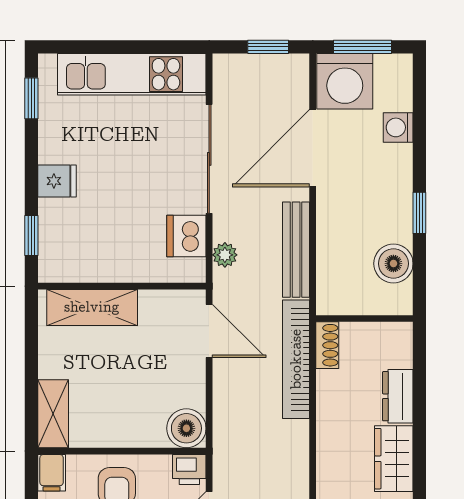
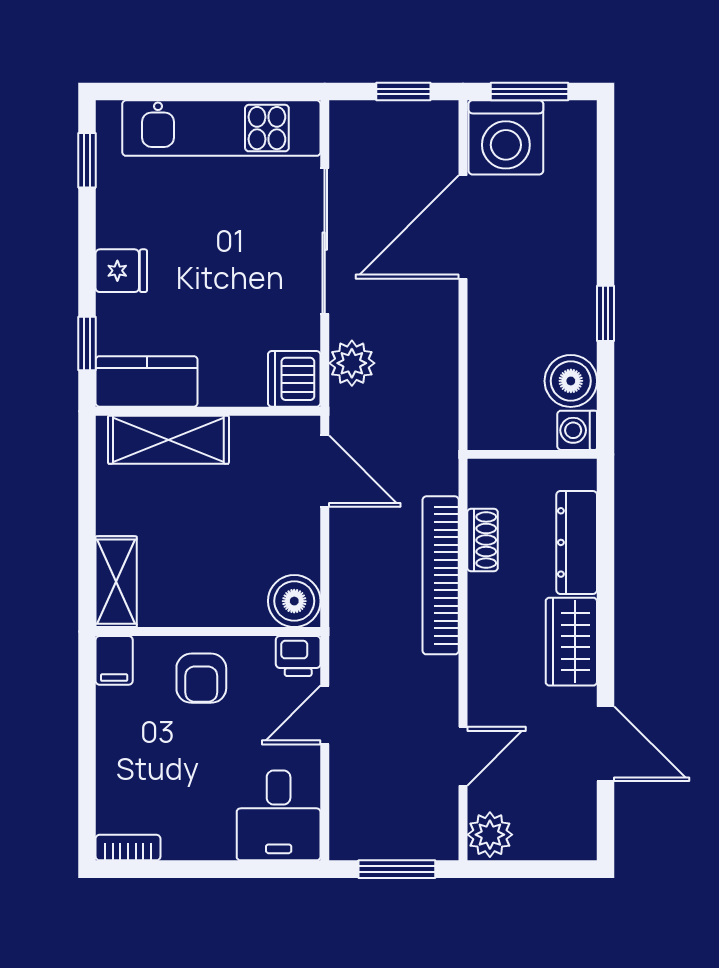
washing machine: (398, 127) -> (577, 430), moved
dishwasher: (186, 236) -> (294, 379), moved
bench: (296, 250) -> (441, 362), removed
plant: (225, 255) -> (352, 363), width x1.38, depth x1.38
kitchen counter: (76, 264) -> (147, 381), added
shoe rack: (327, 345) -> (483, 540), moved
bookcase: (296, 359) -> (441, 575), moved
dresser: (398, 396) -> (577, 542), width x1.44

